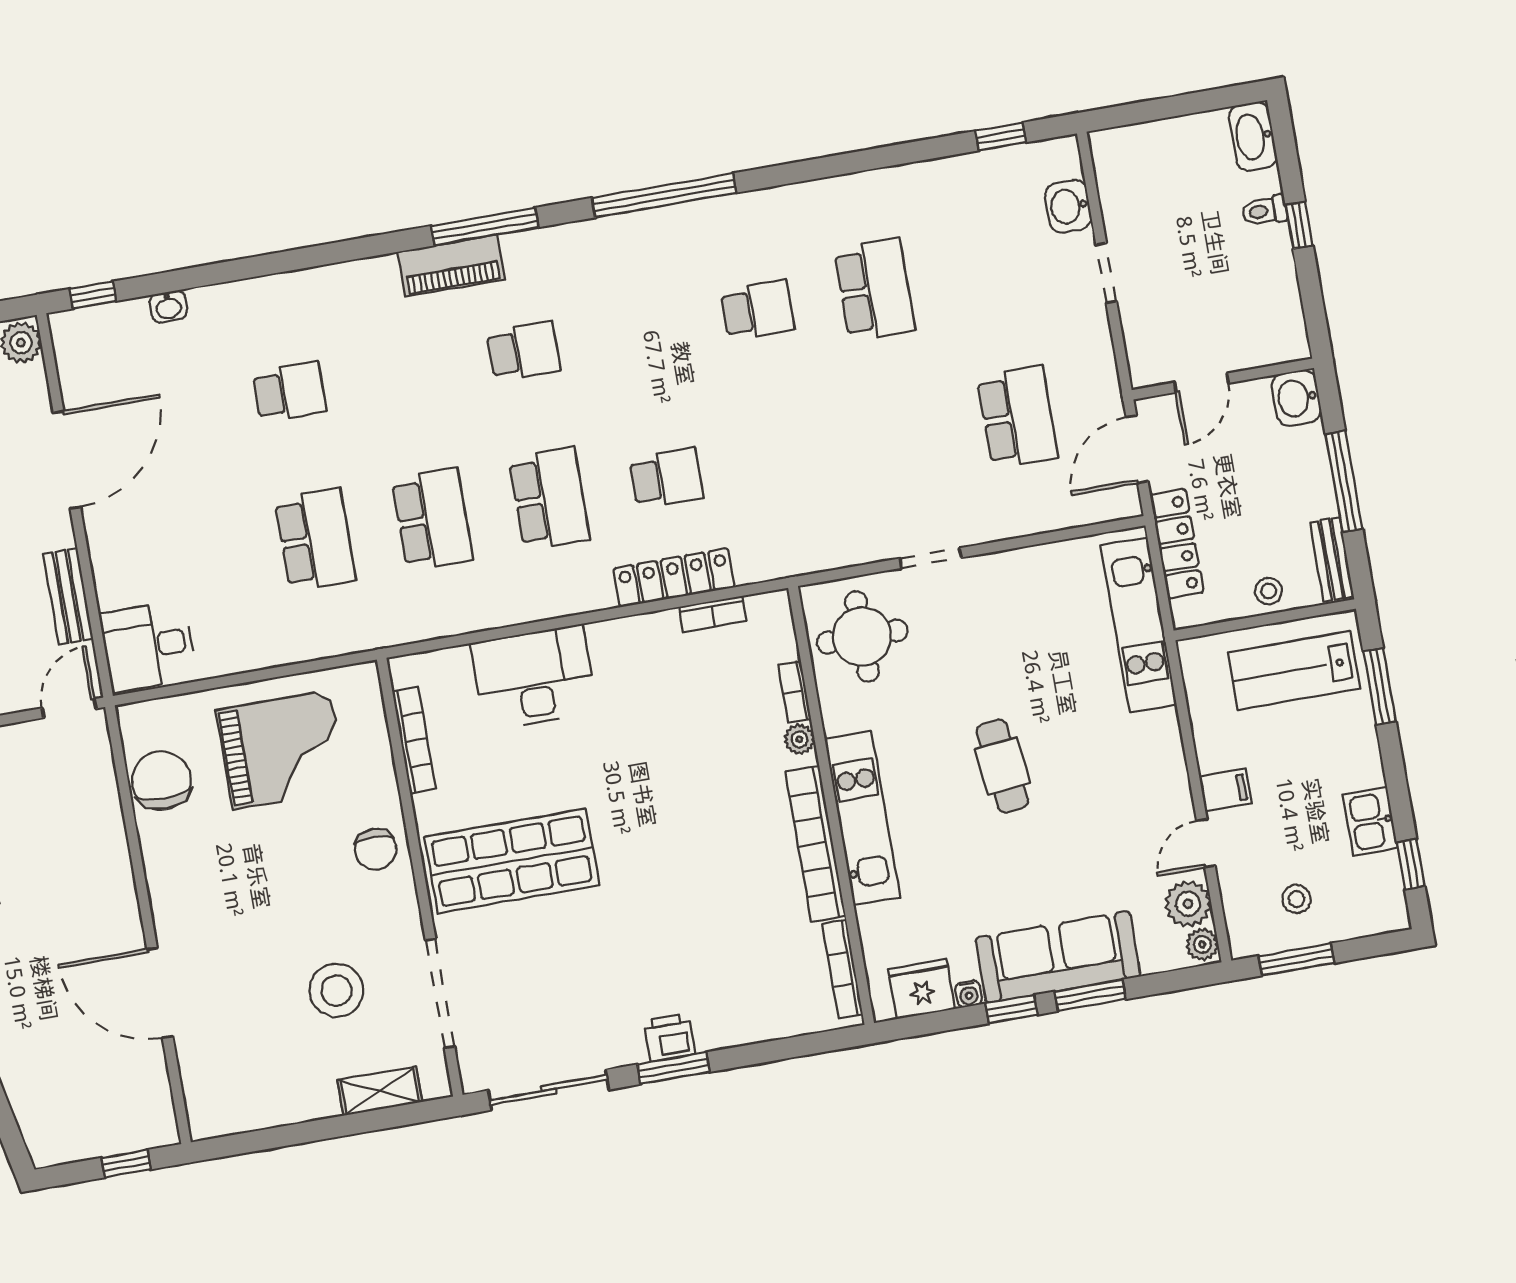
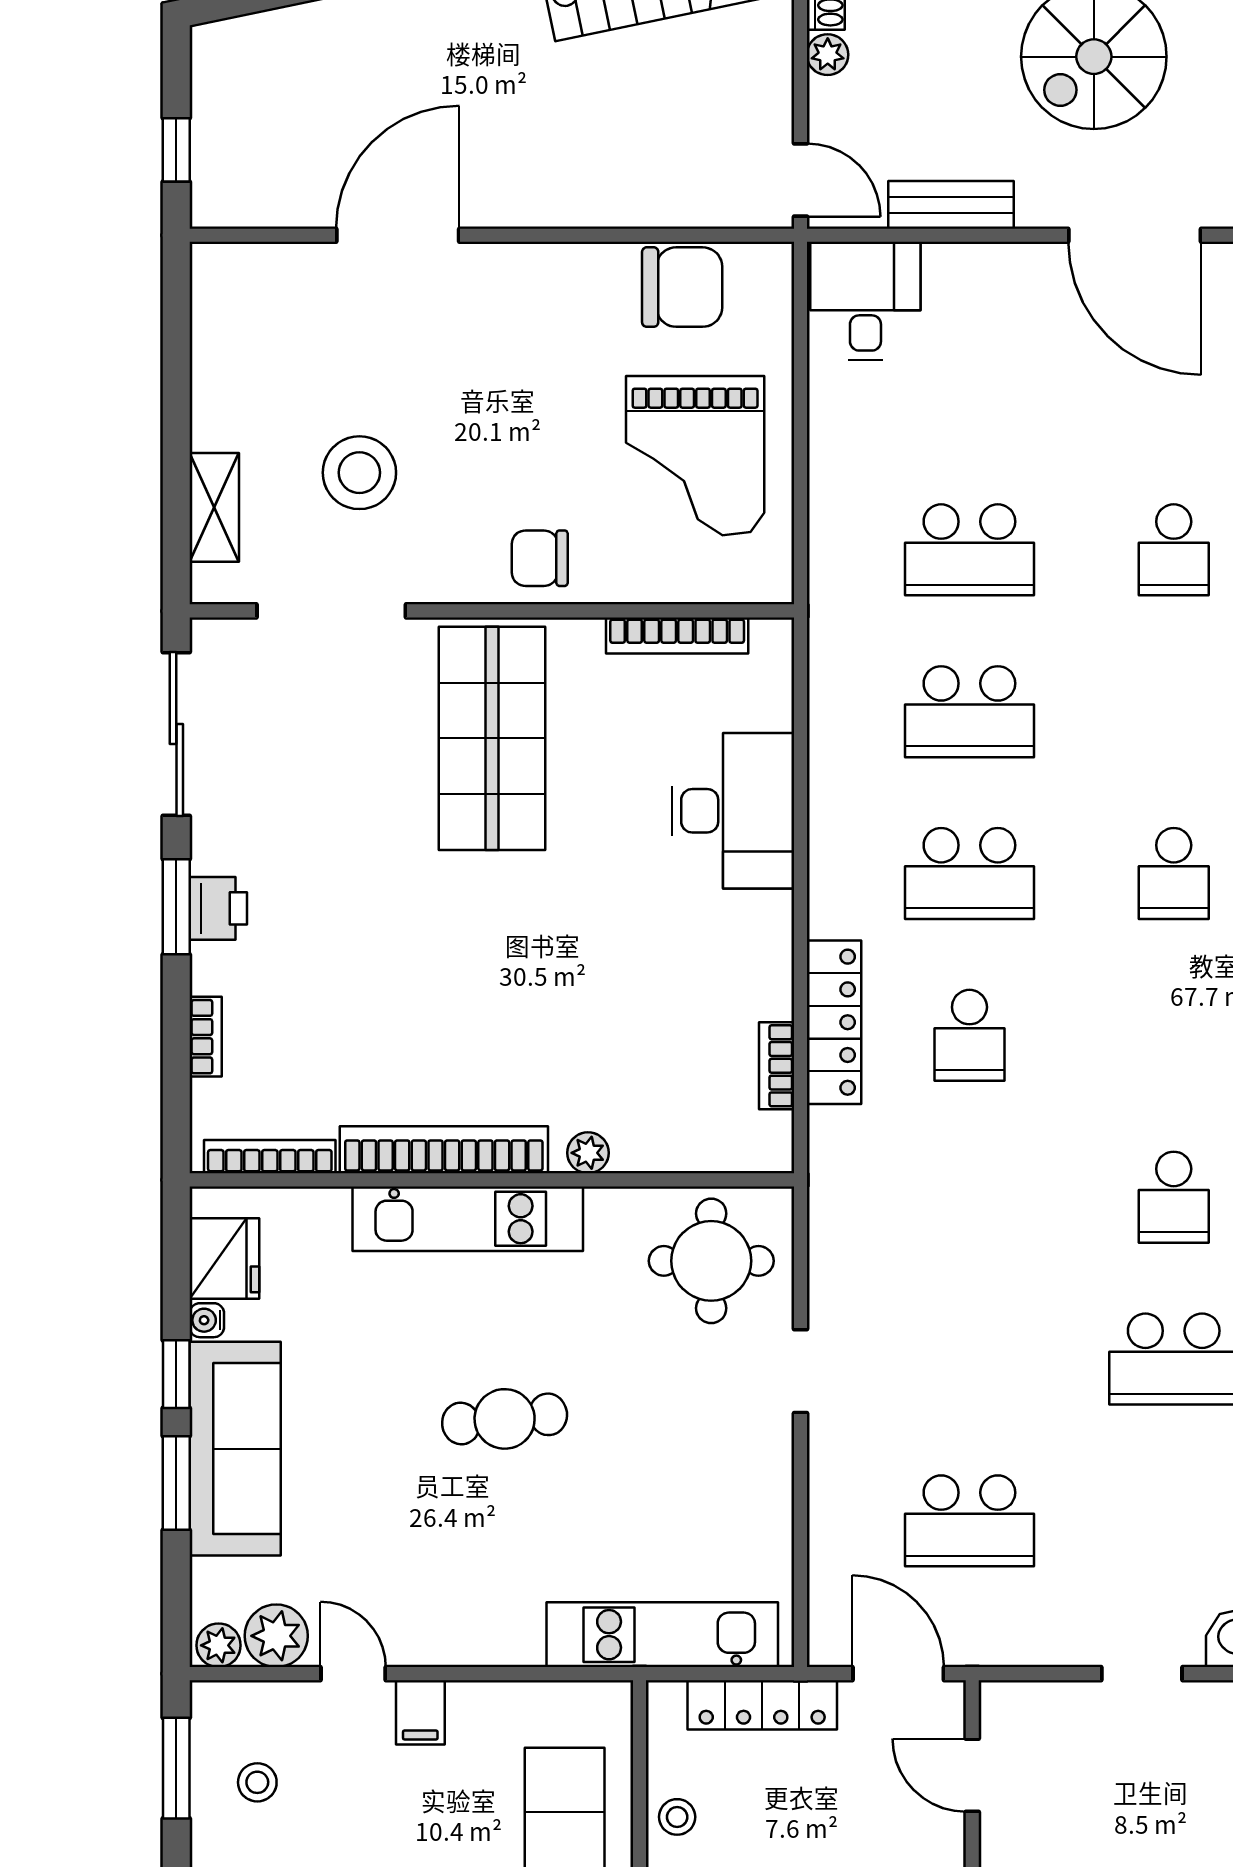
bookcase: (795, 692) -> (206, 1037), moved, turned 90

